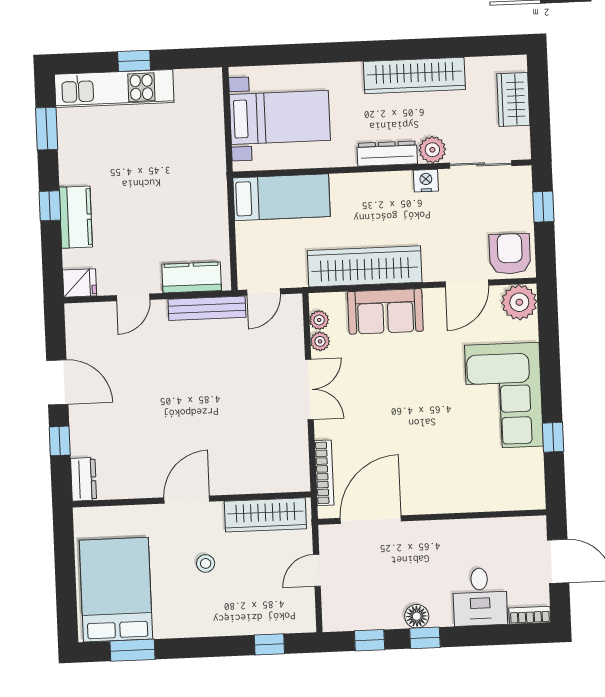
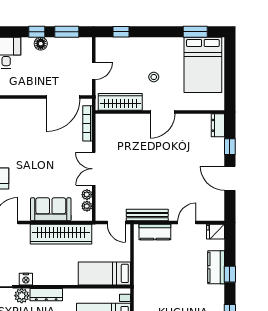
door: (263, 292) -> (116, 223), swing flipped
window: (370, 640) -> (67, 32), width x1.50

